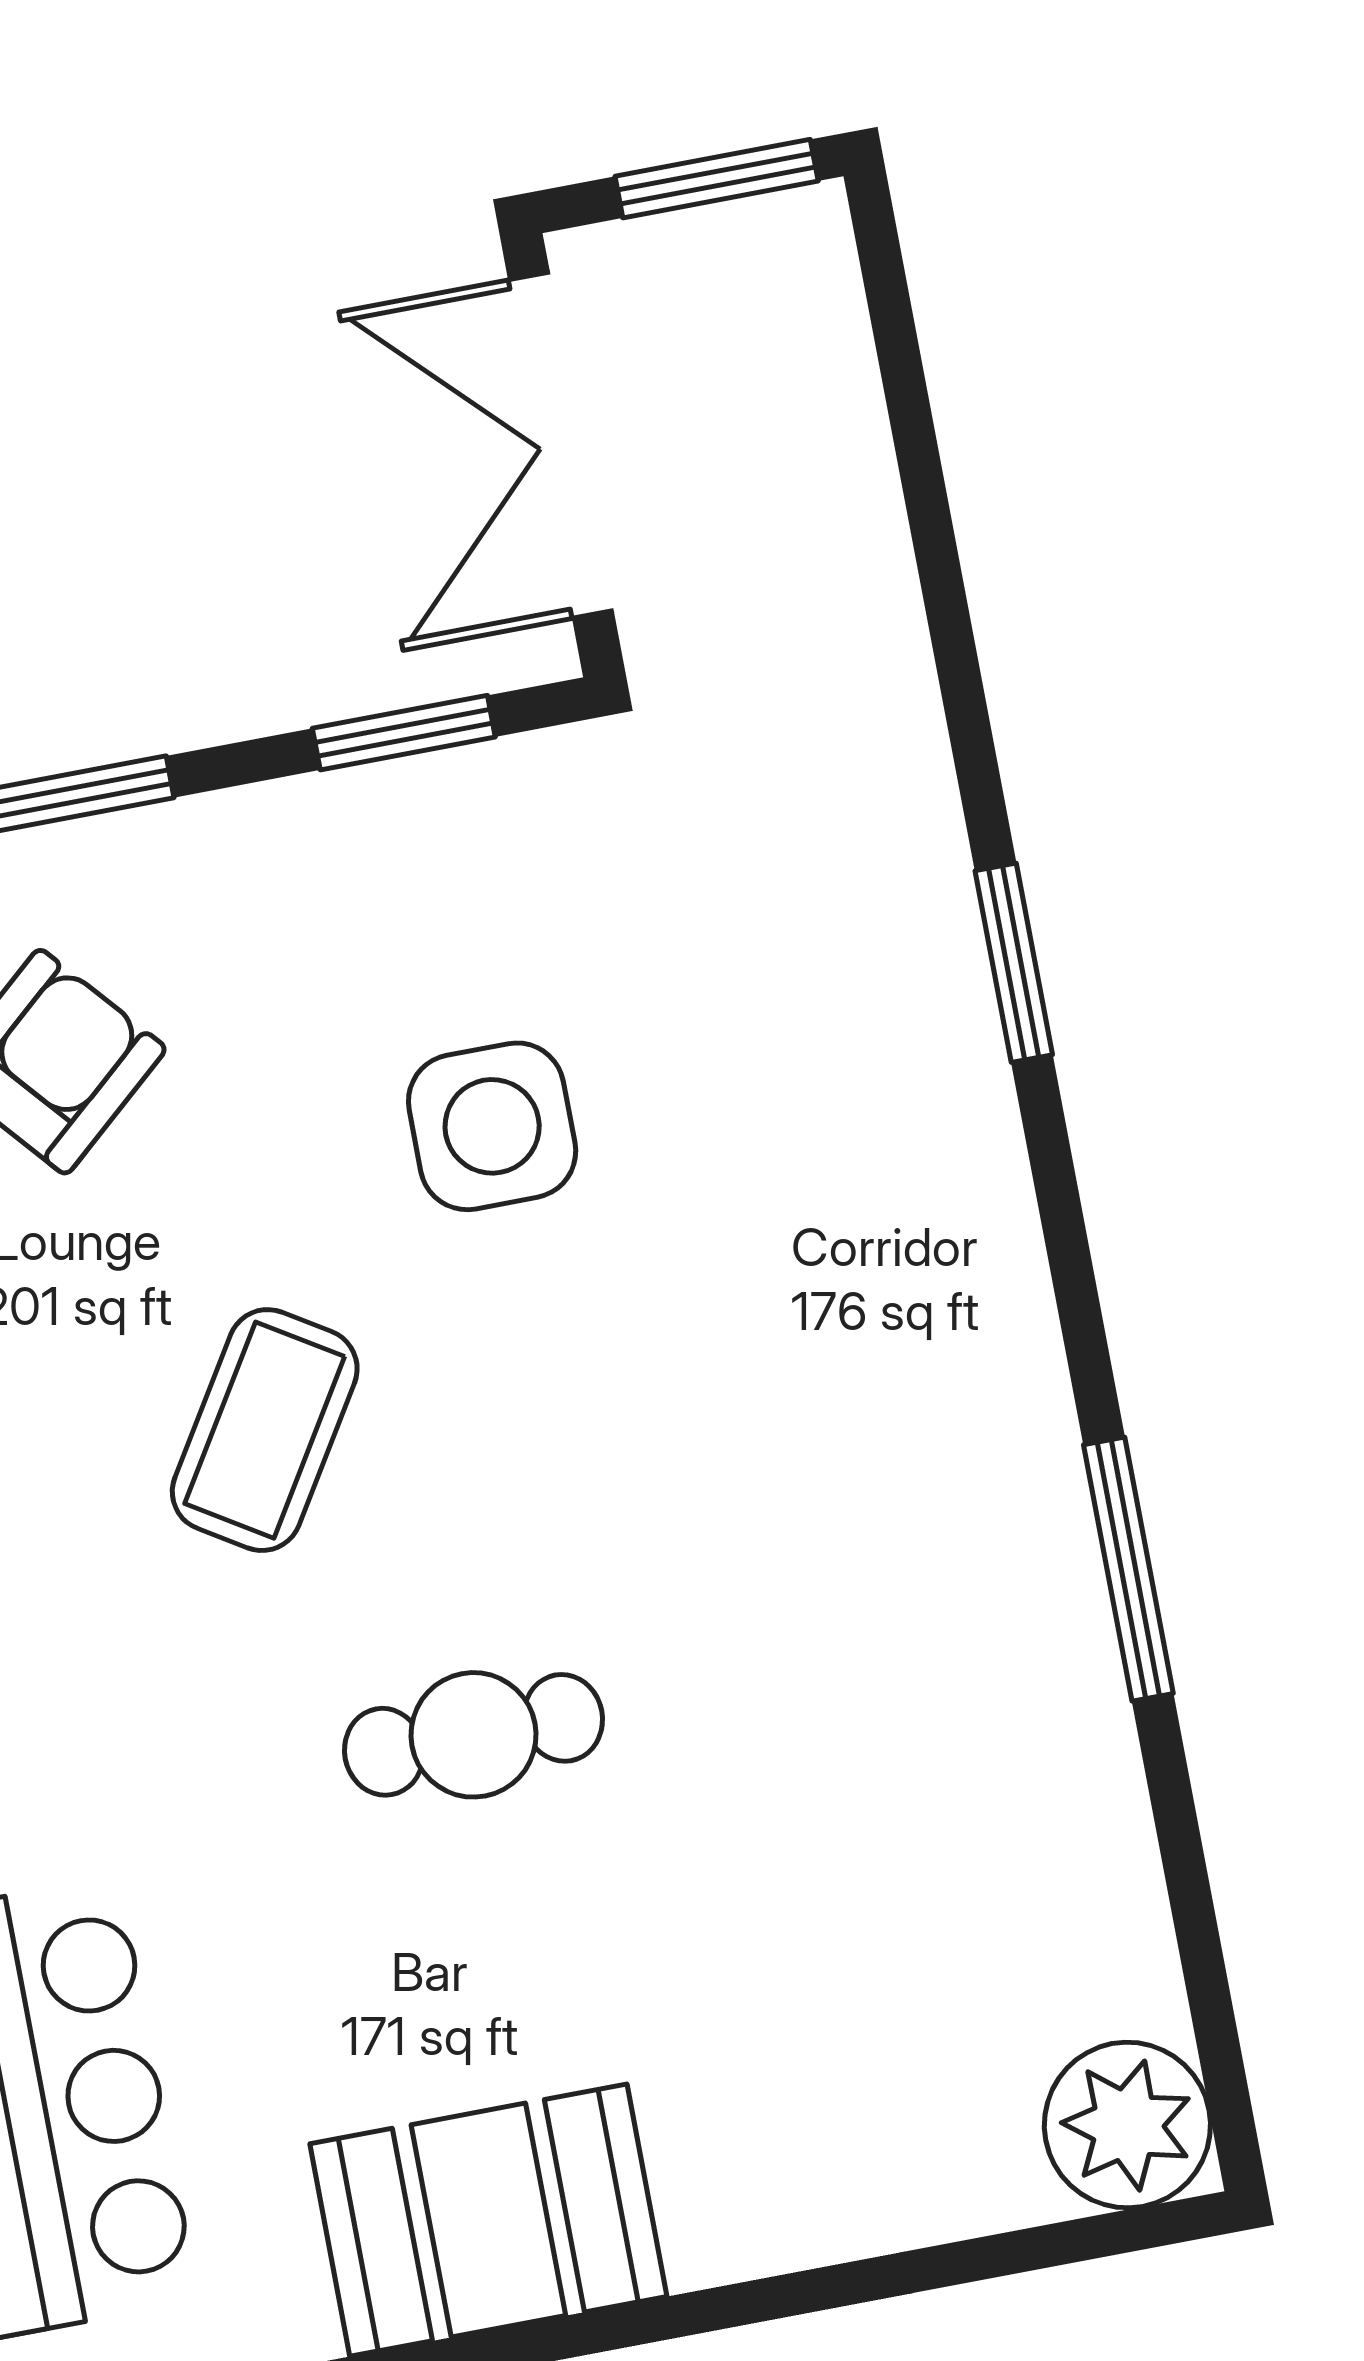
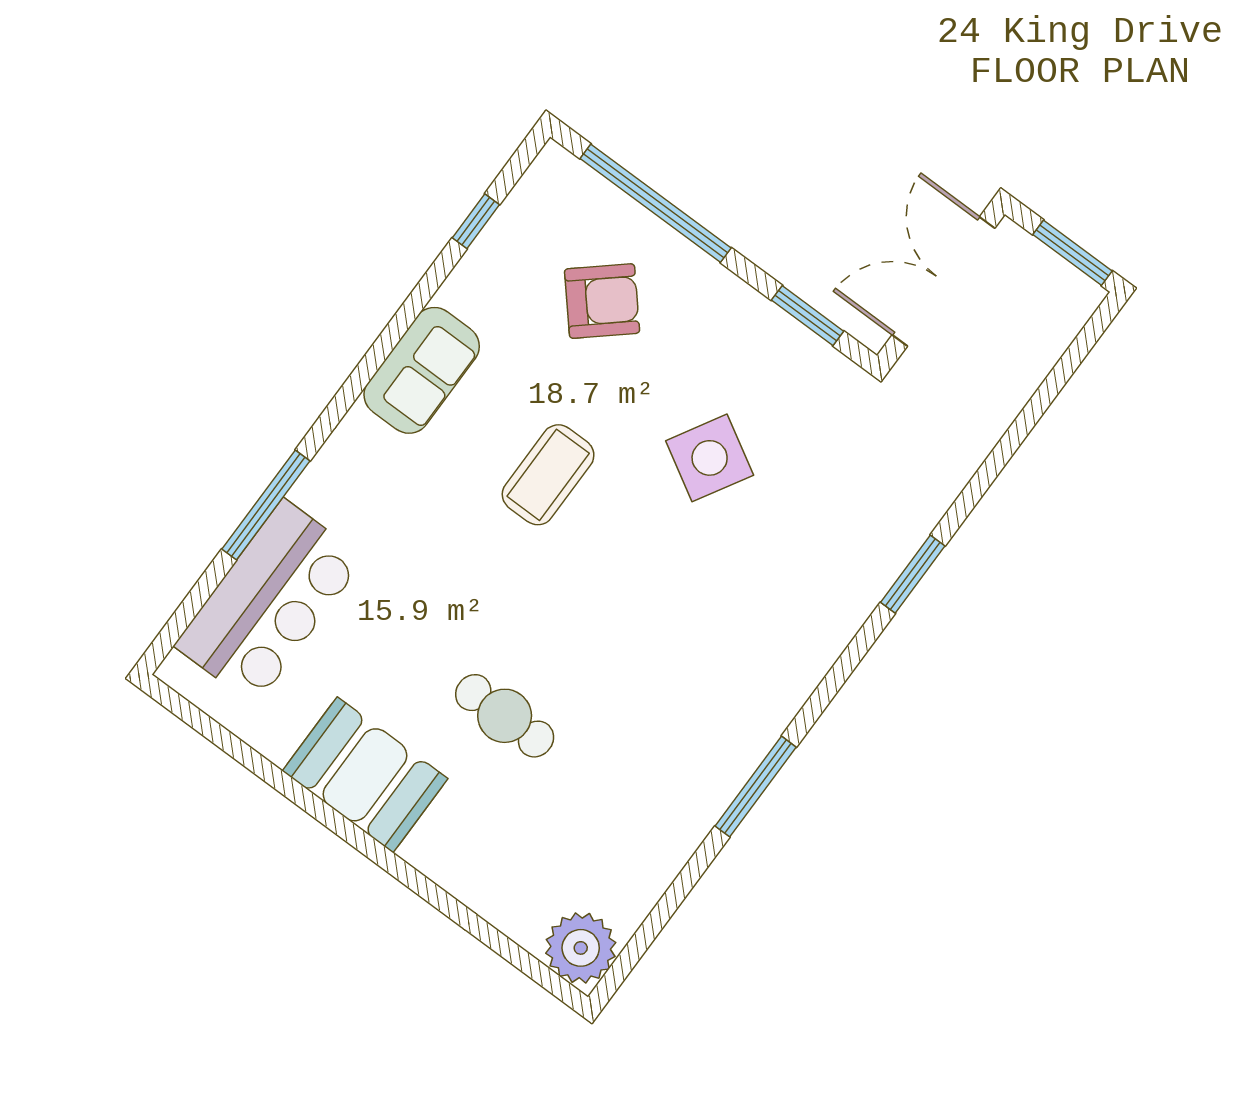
side table: (492, 1126) -> (710, 458), turned 30
coffee table: (265, 1430) -> (548, 475), turned -32
cafe table: (473, 1735) -> (505, 716), moved

